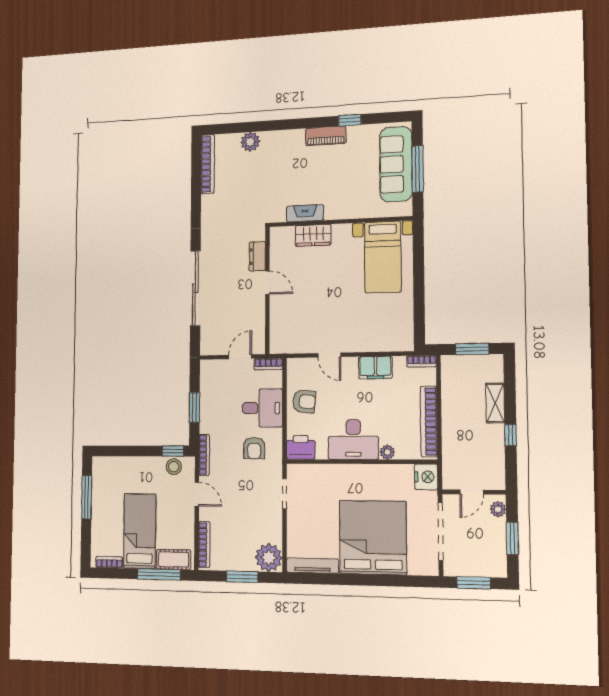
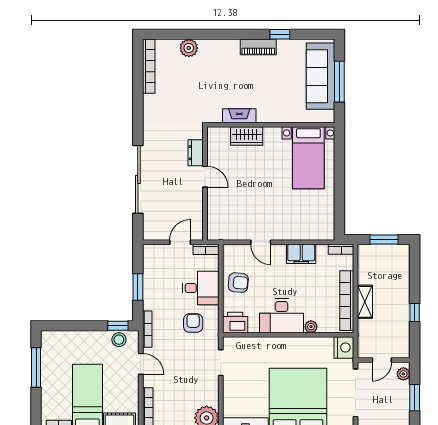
shelving: (495, 403) -> (365, 302), moved
armchair: (254, 448) -> (193, 323), turned 180

